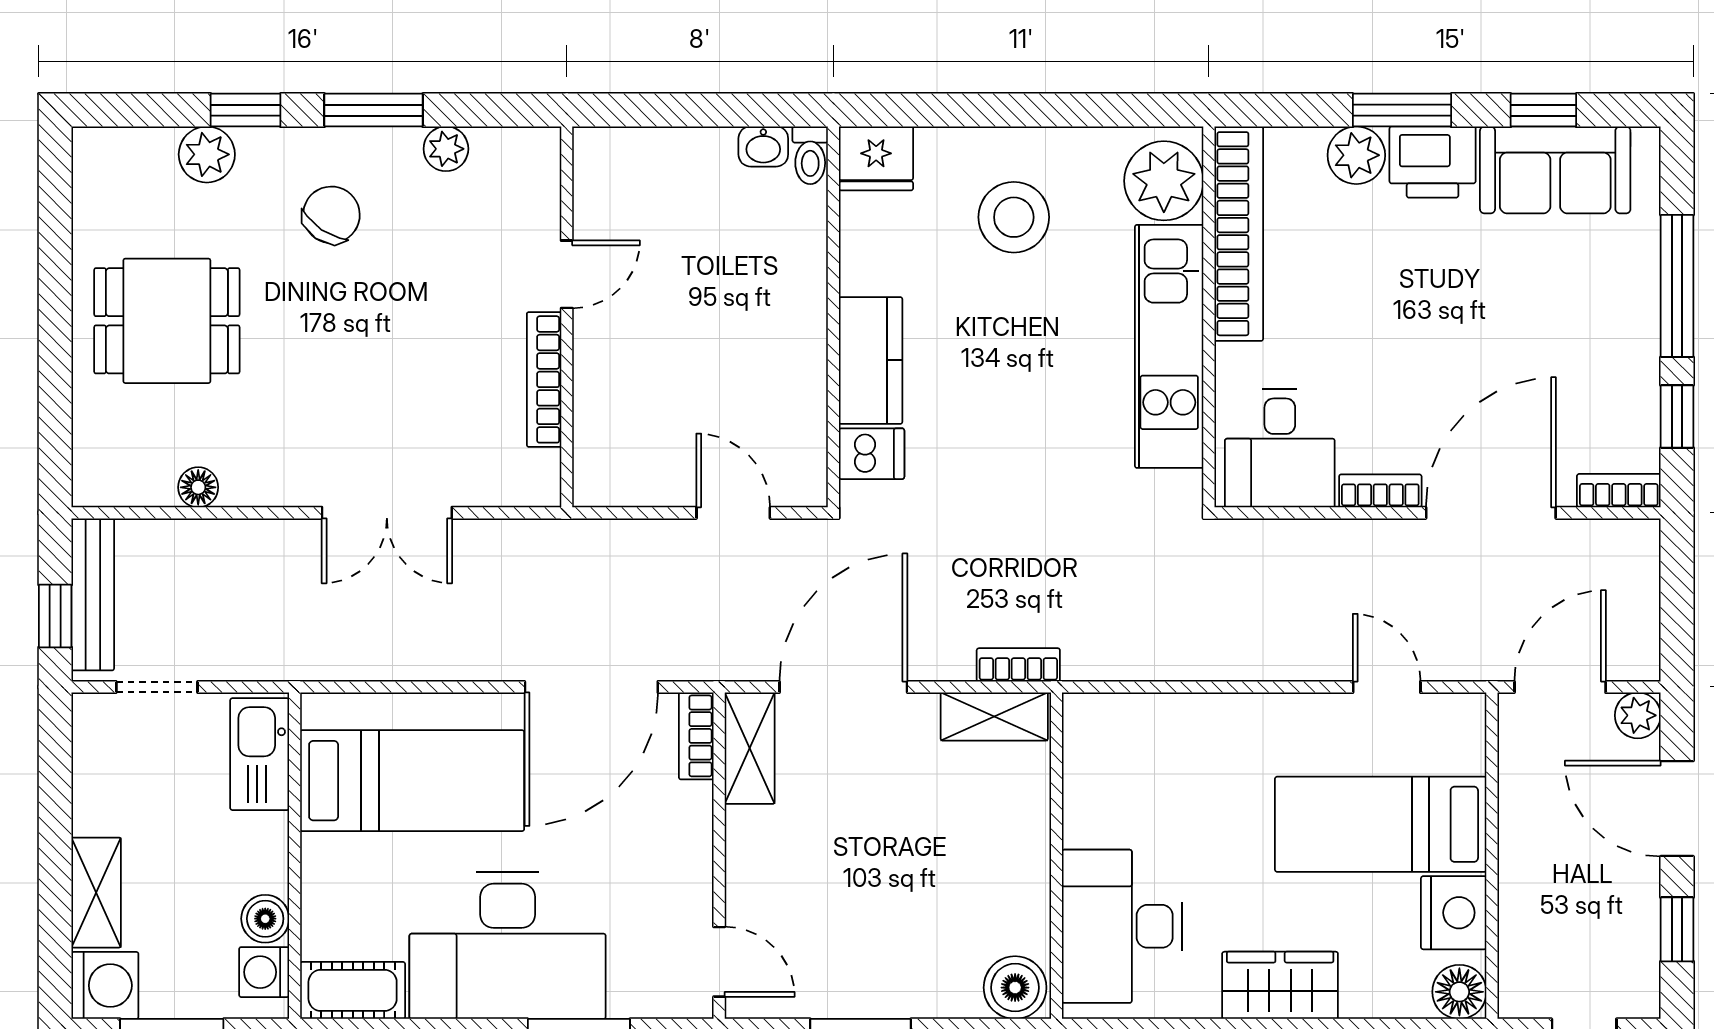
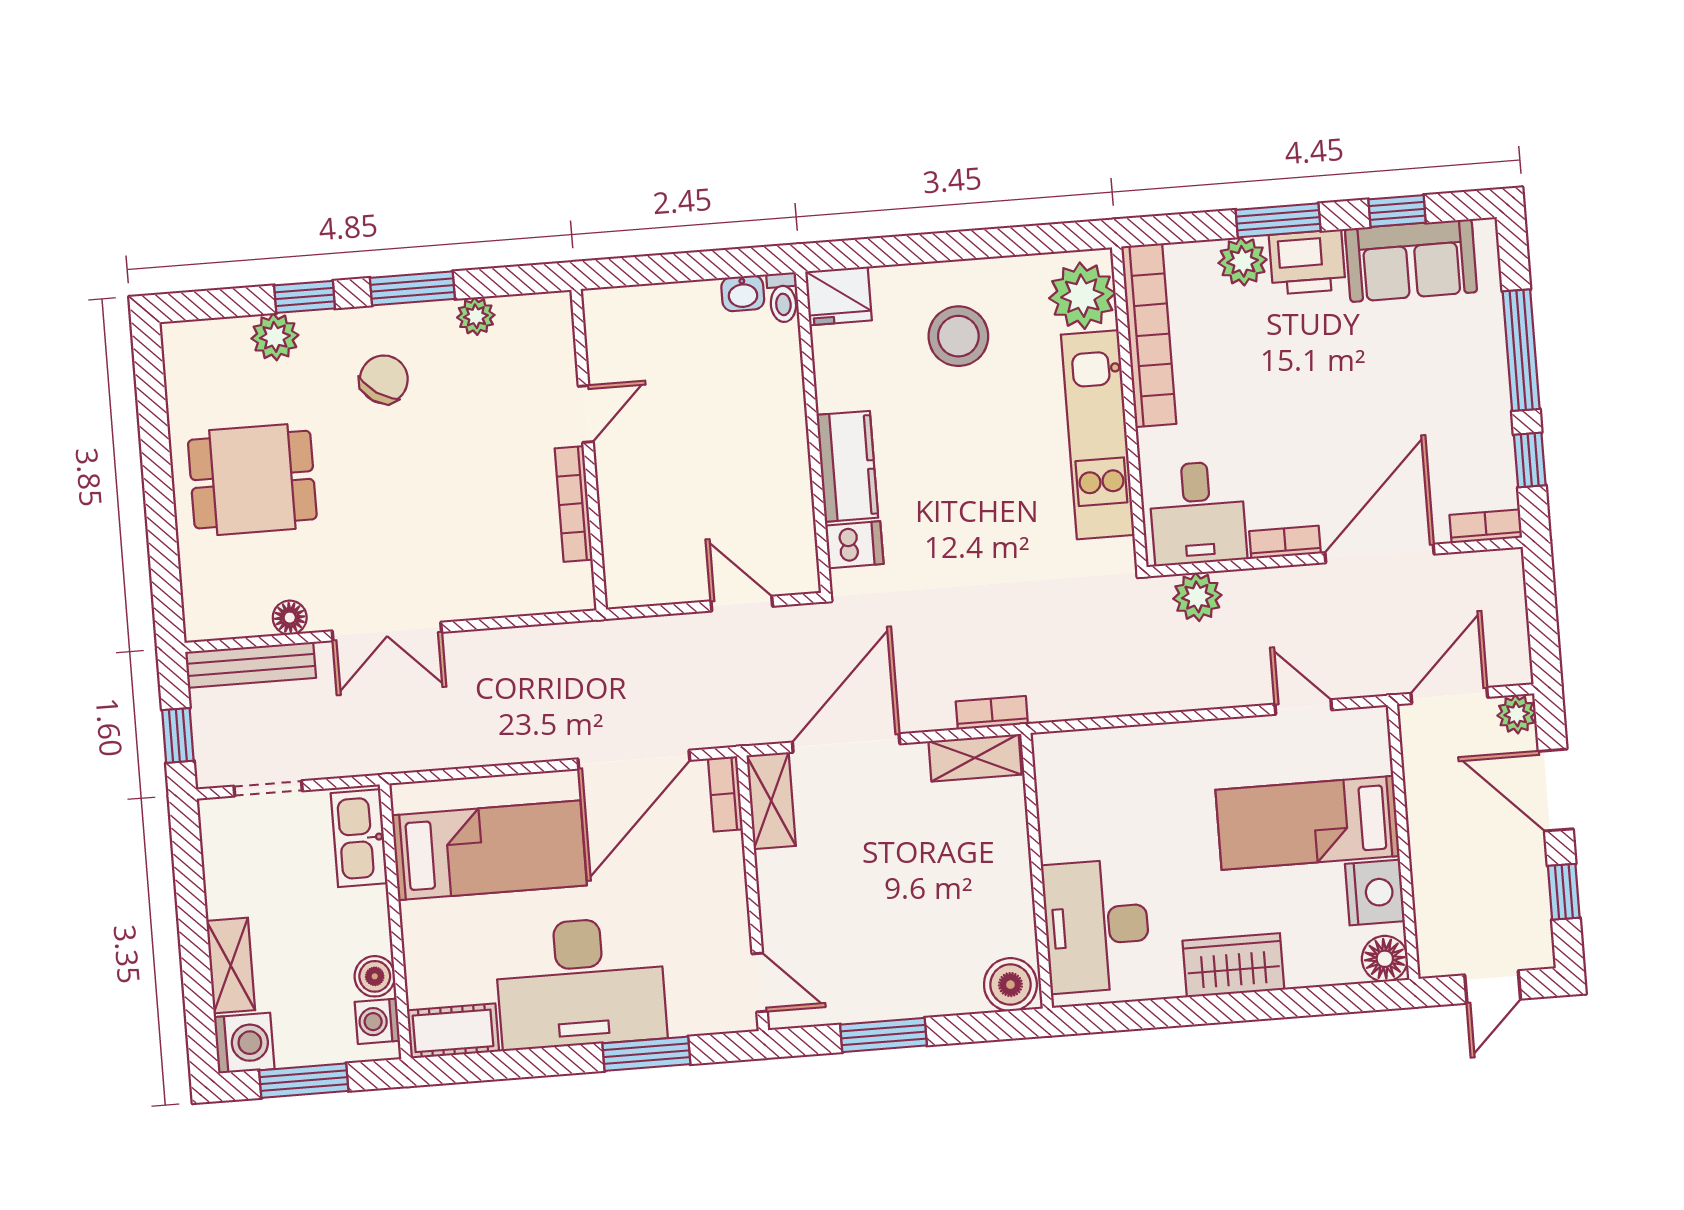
double door: (387, 513) -> (387, 632), moved
plant: (1272, 547) -> (1197, 597), added
bench: (93, 594) -> (251, 665), moved, turned 90

